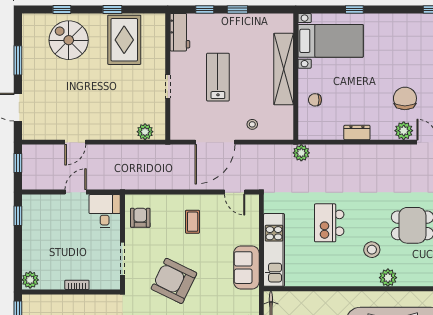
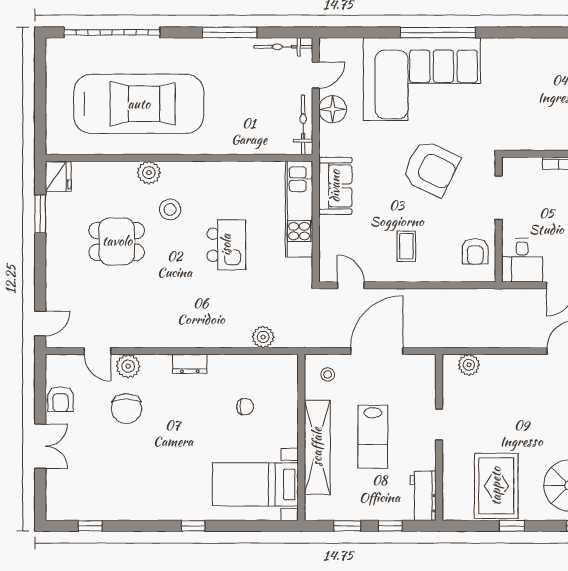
bed with nightstands: (331, 41) -> (255, 484), moved
shelving: (284, 69) -> (317, 447), moved
wall: (296, 77) -> (301, 437), moved

